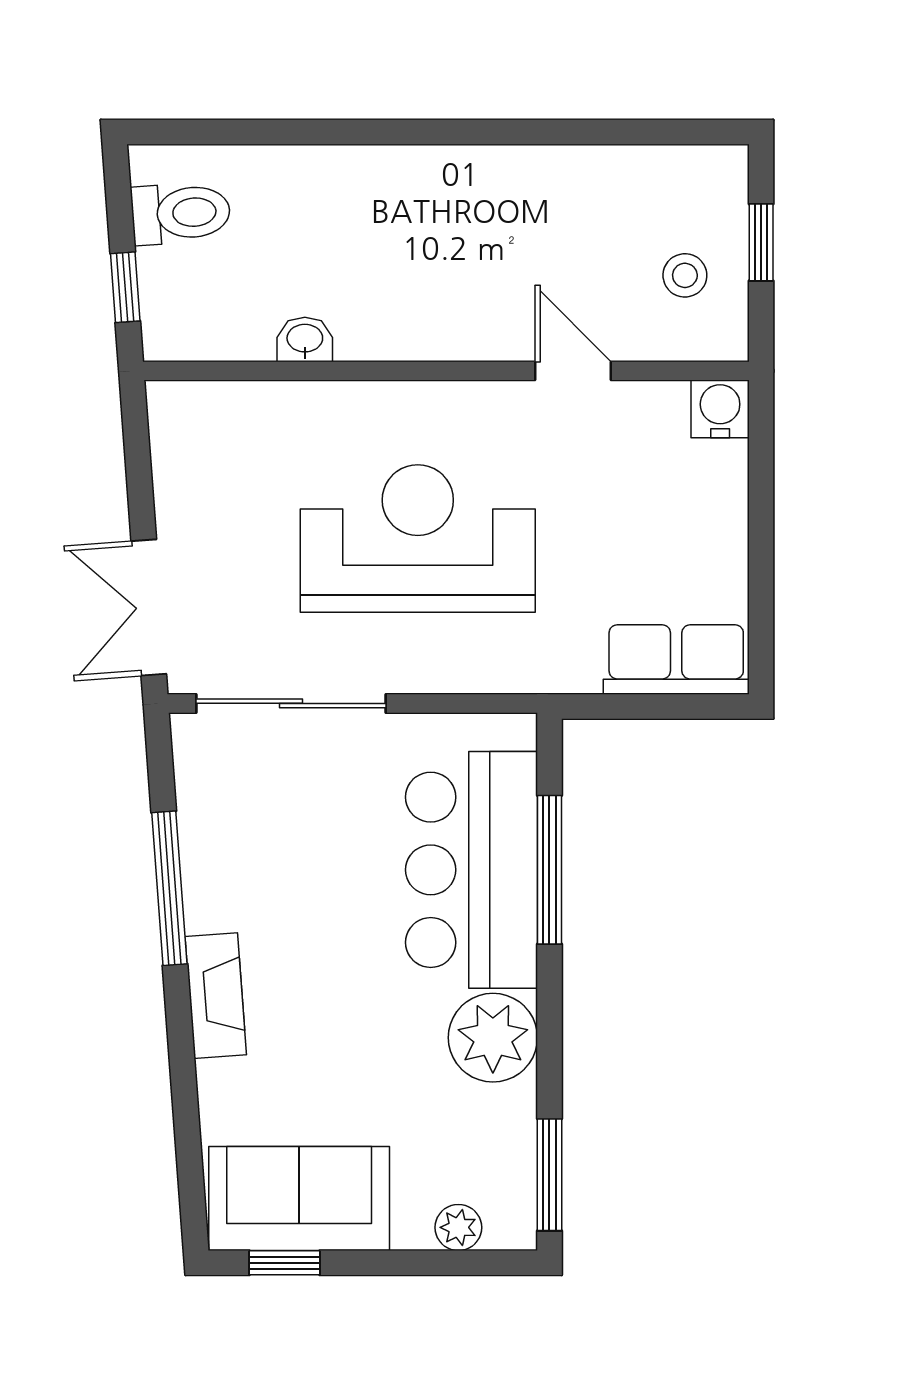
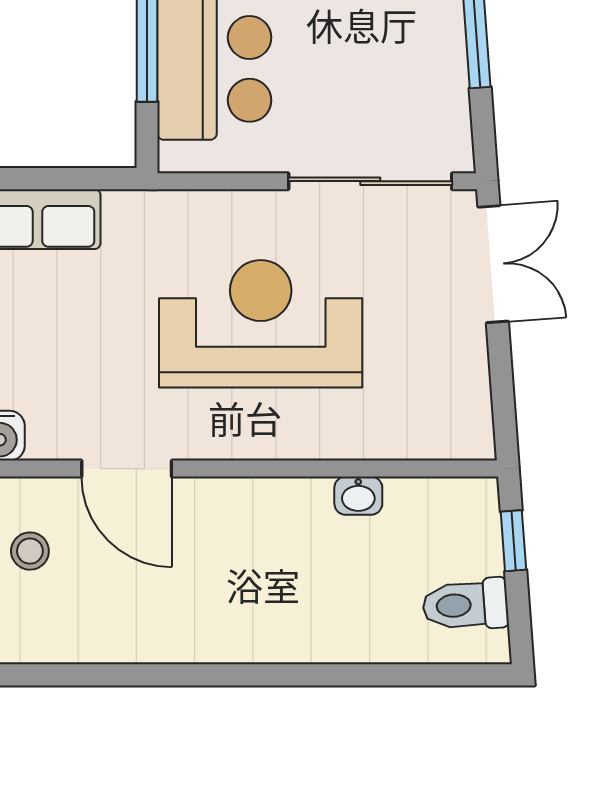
door: (573, 371) -> (127, 469), width x1.37
reception desk: (418, 538) -> (261, 324), turned 180

